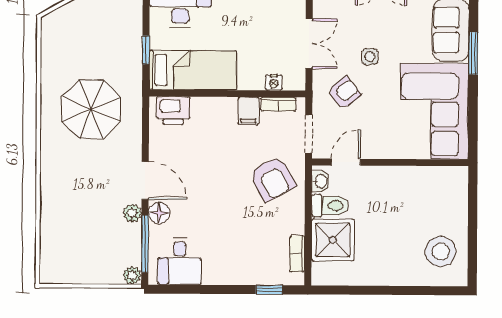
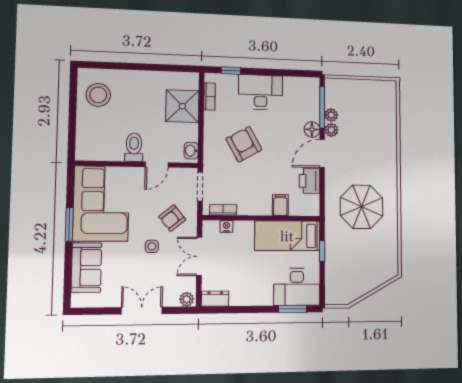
window: (473, 53) -> (69, 224), moved
printer: (173, 110) -> (310, 181), moved, turned -90
filing cabinet: (248, 111) -> (280, 205), moved
door: (346, 162) -> (157, 165), moved
armchair: (272, 179) -> (244, 144), moved
door: (145, 181) -> (322, 154), hinge flipped
toilet: (330, 205) -> (134, 147), moved, turned 90
desk: (180, 261) -> (261, 92), moved, width x1.37
plant: (132, 275) -> (331, 115), moved

